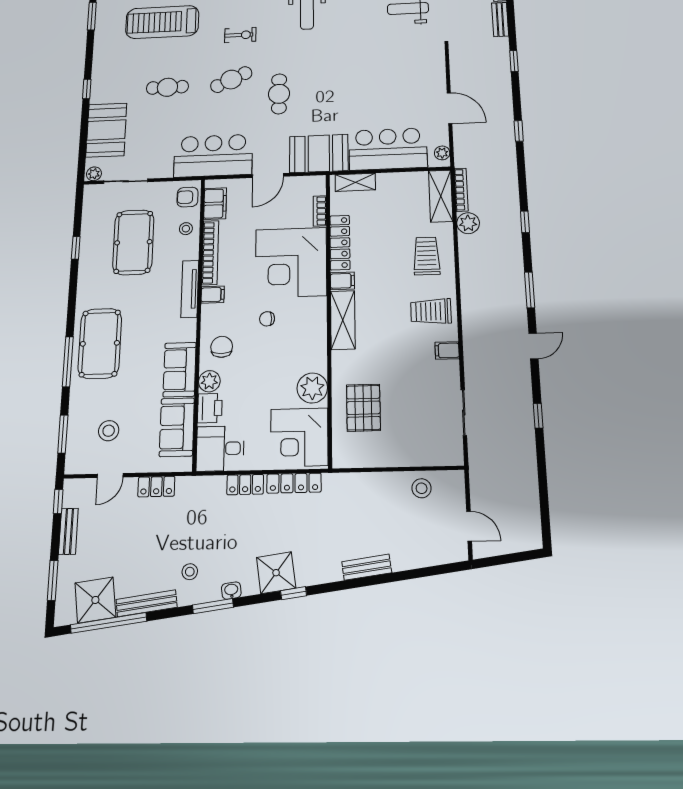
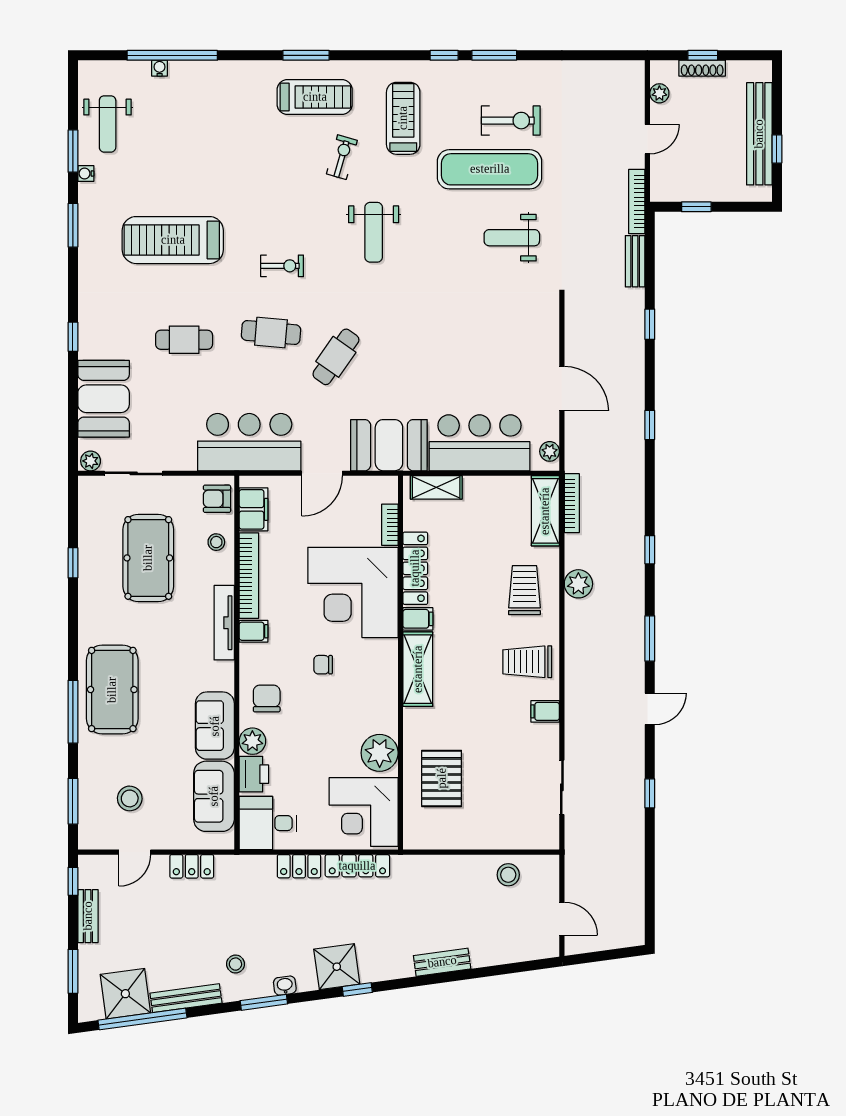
cafe table: (231, 80) -> (271, 333), turned 30
cafe table: (279, 94) -> (336, 357), turned 35
plant: (468, 223) -> (578, 584), moved

